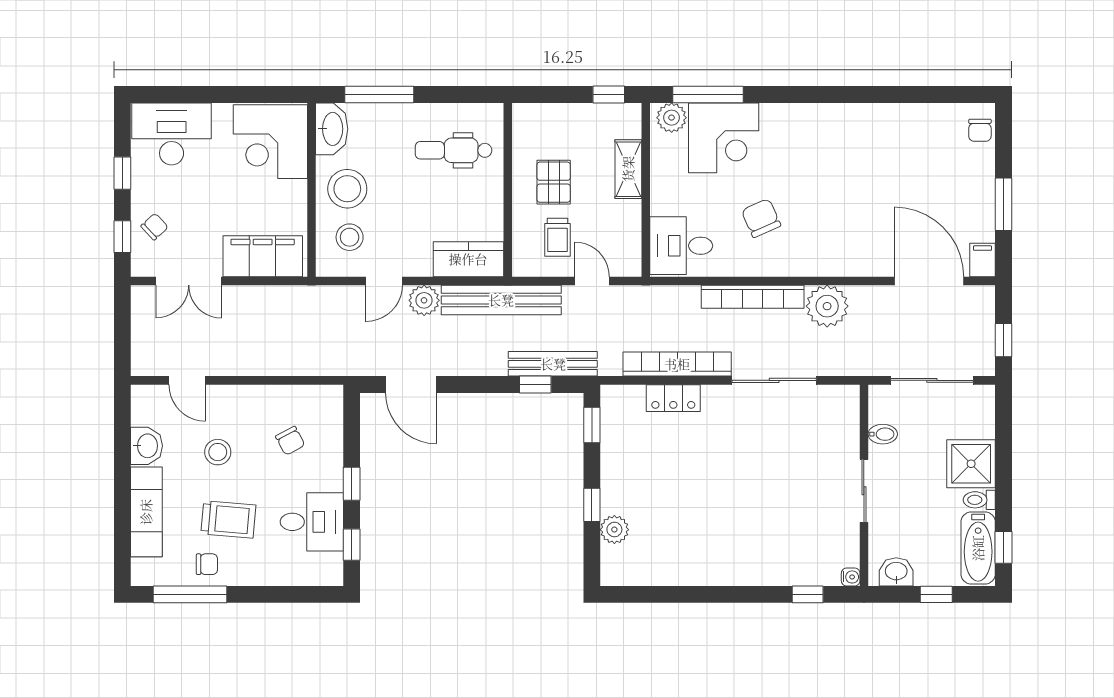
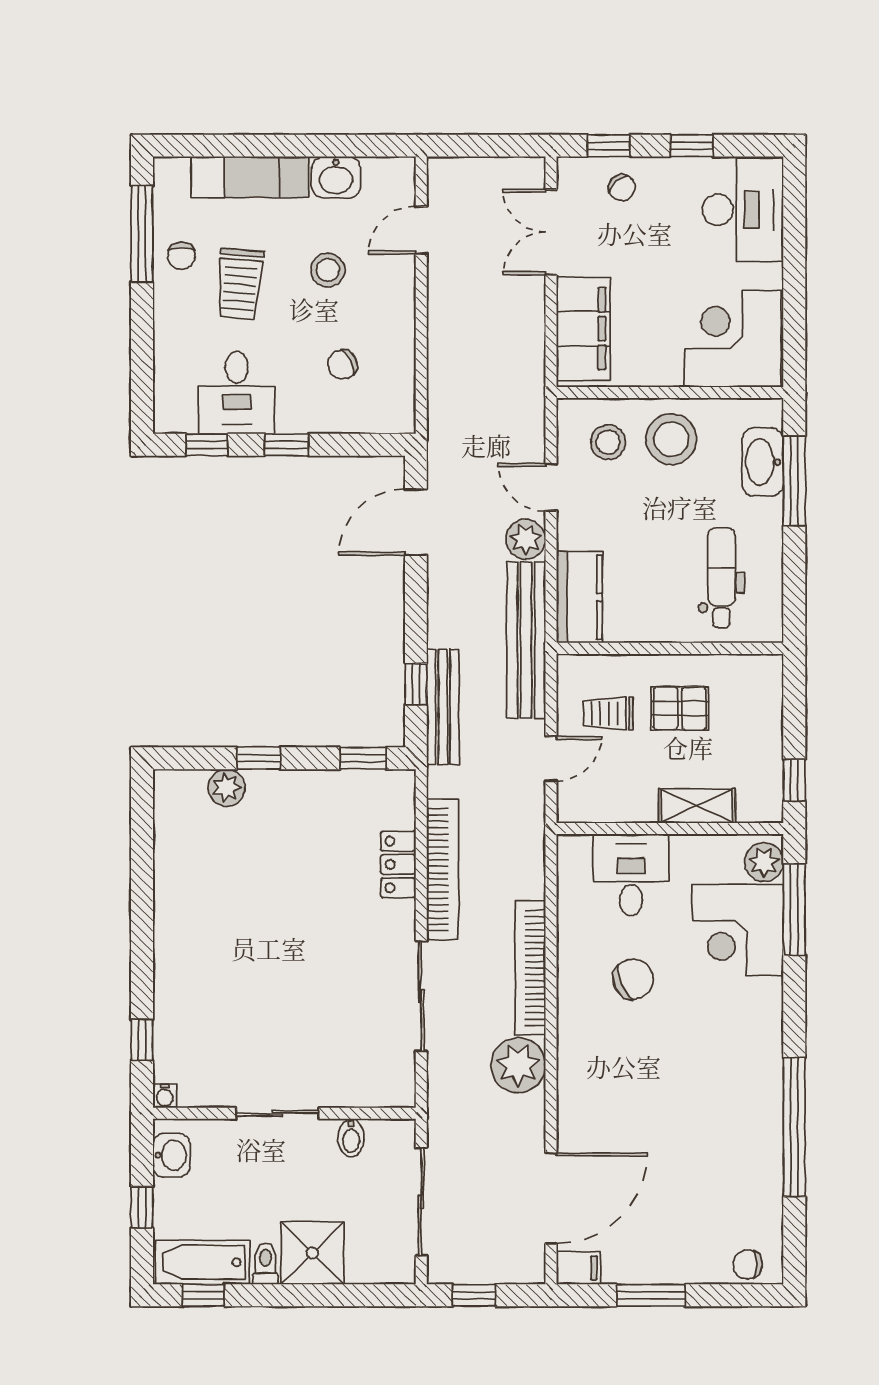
window: (875, 95) -> (794, 1127), added
washbasin: (332, 129) -> (763, 462), moved, turned 90
desk: (681, 246) -> (631, 875), moved

